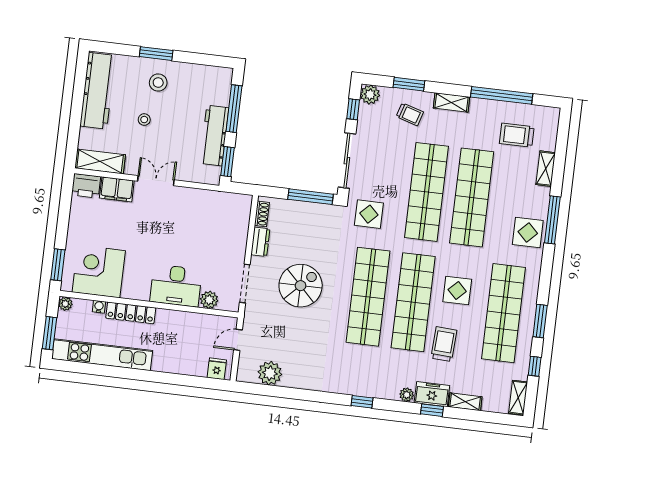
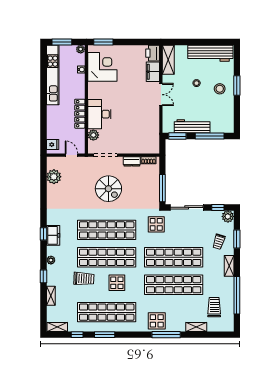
locker: (131, 313) -> (80, 114), moved
freezer: (432, 394) -> (53, 235), moved

